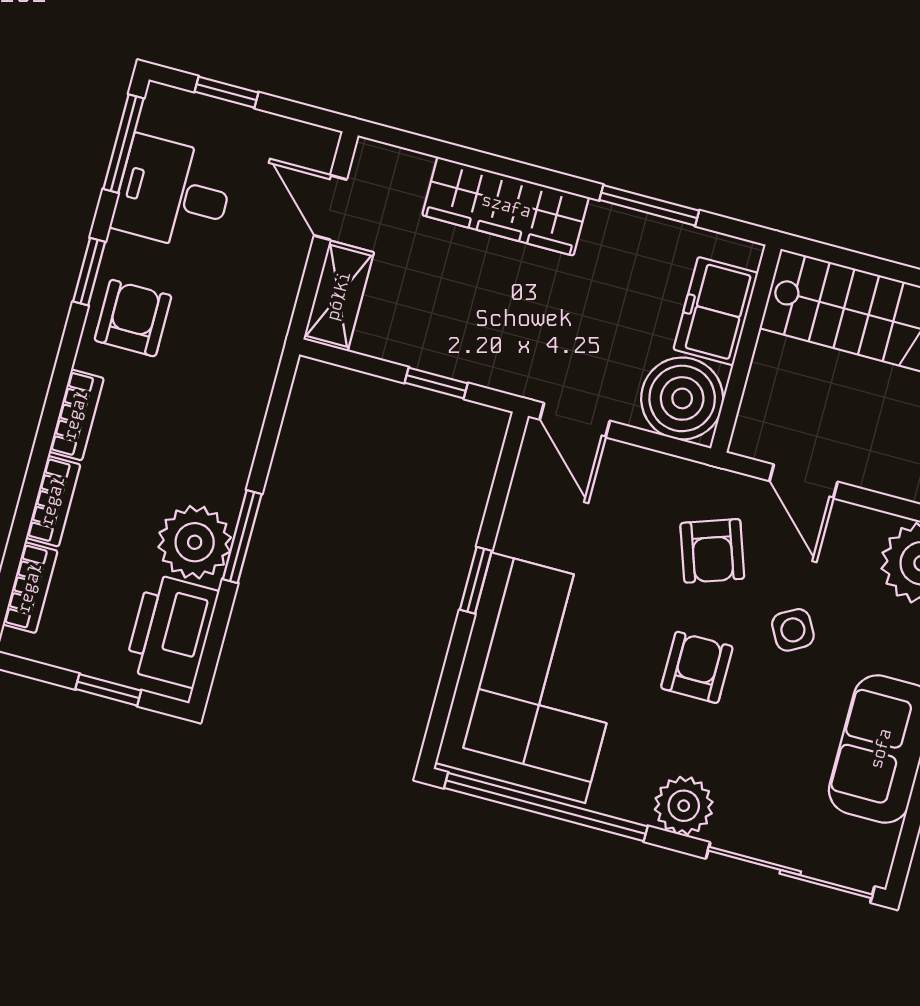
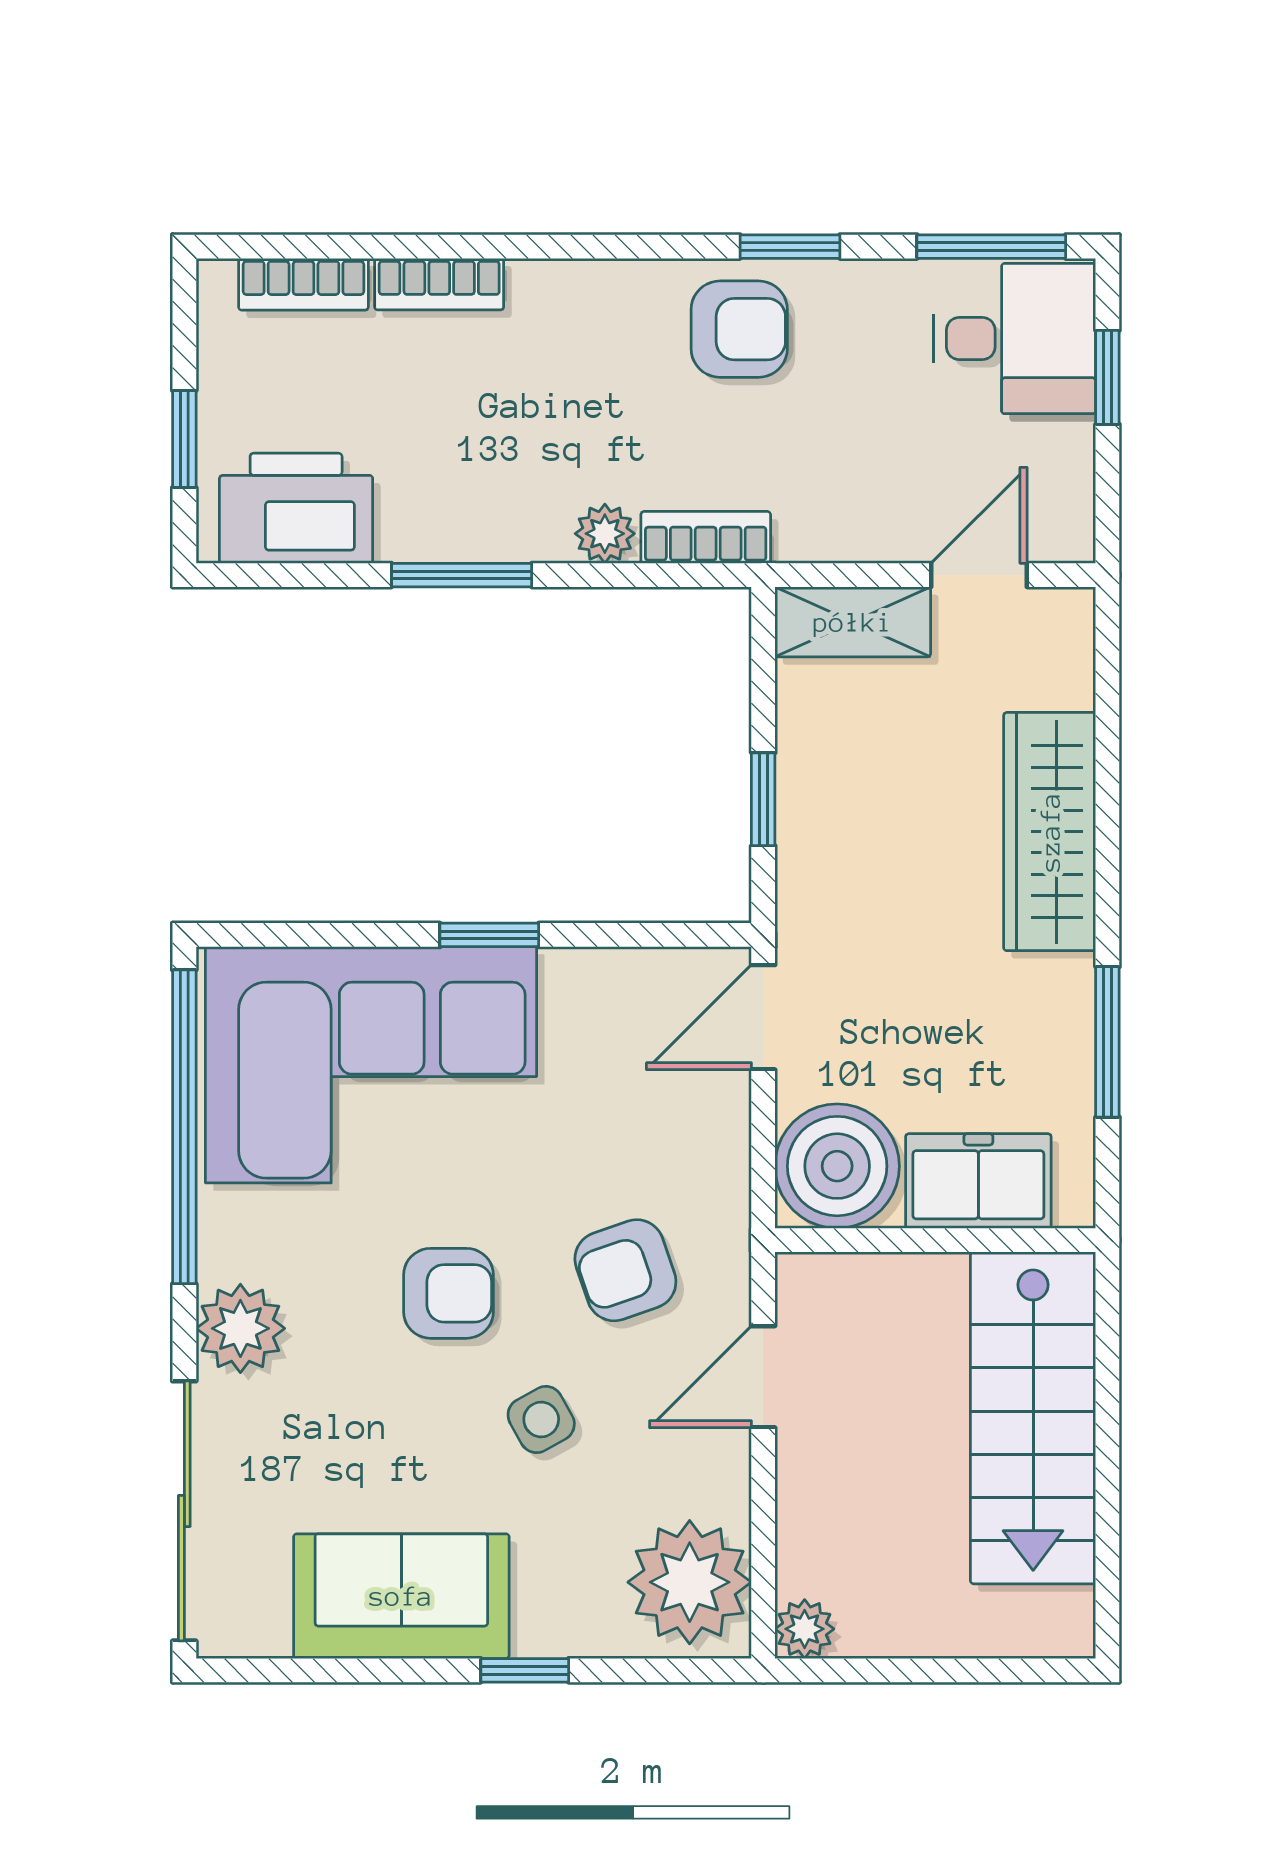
desk: (173, 194) -> (1015, 339), moved, turned 90
bookcase: (76, 415) -> (706, 537), moved, turned 180
plant: (195, 542) -> (605, 534), moved, width x0.53, depth x0.53

